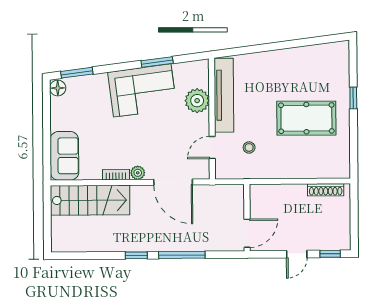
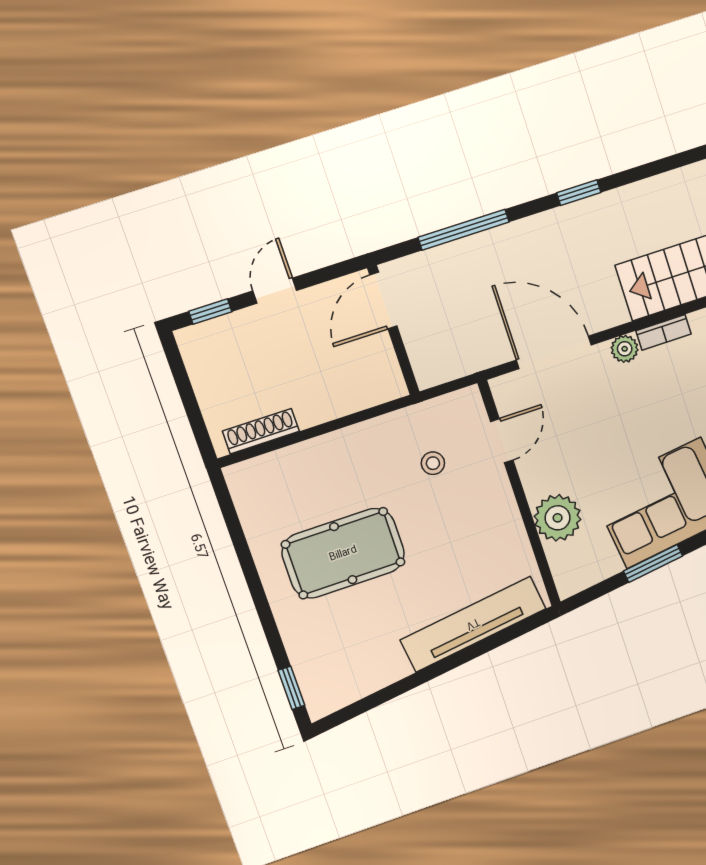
tv unit: (224, 95) -> (473, 624), moved, turned 83
window: (353, 98) -> (291, 688), moved
window: (182, 255) -> (464, 230), moved

